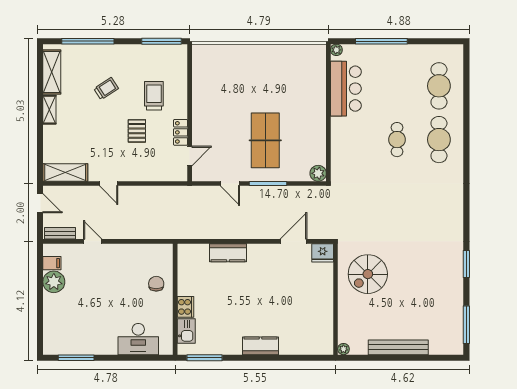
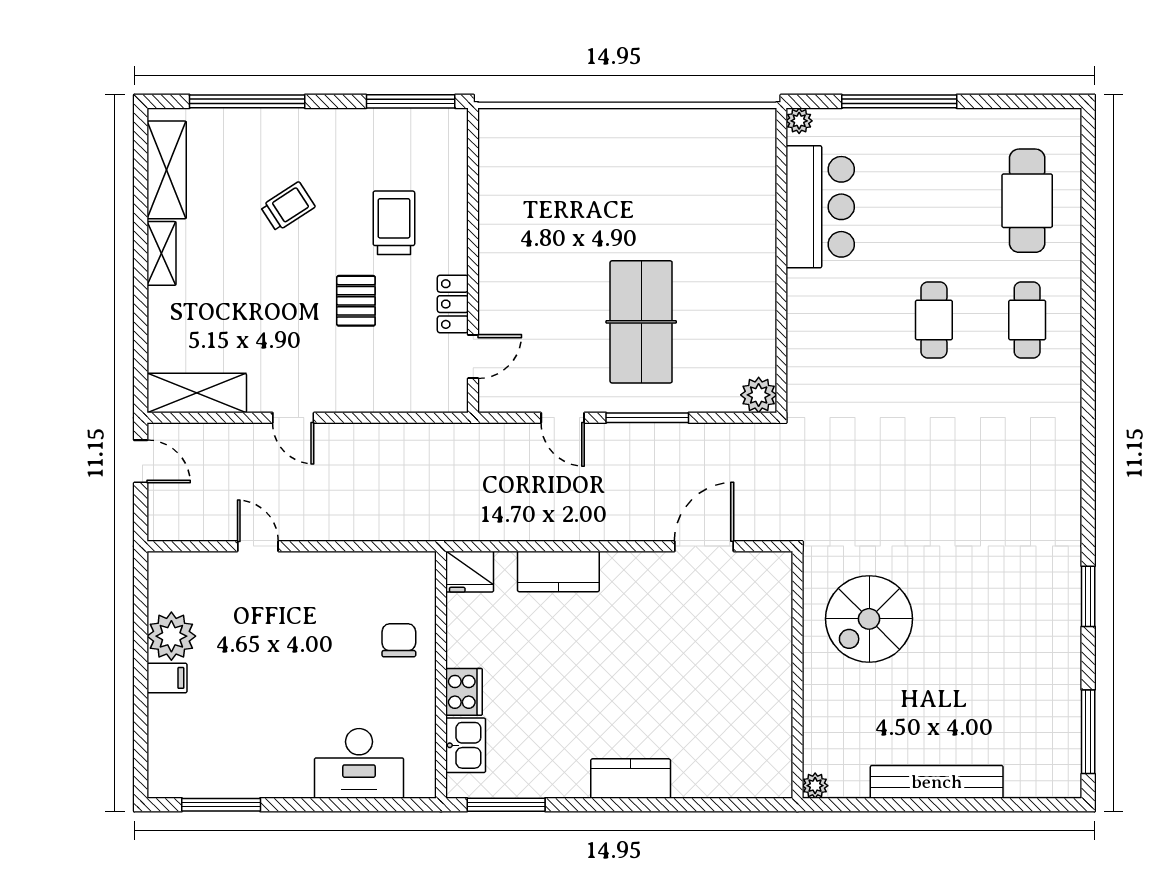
cafe table: (439, 140) -> (1027, 320), width x0.73, depth x0.74
bench: (60, 233) -> (185, 528), removed
fridge: (323, 253) -> (470, 572), moved
filing cabinet: (52, 263) -> (167, 678), moved

